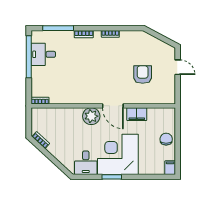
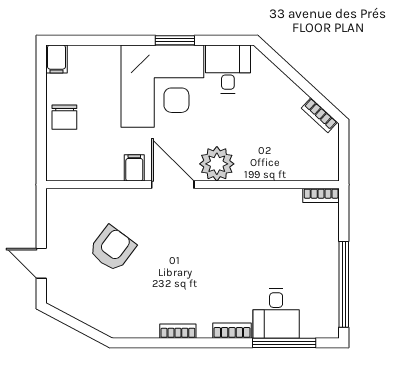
desk: (43, 54) -> (276, 313), moved, turned 90
armchair: (143, 74) -> (112, 248), turned -143
filing cabinet: (137, 114) -> (134, 168), width x0.50

